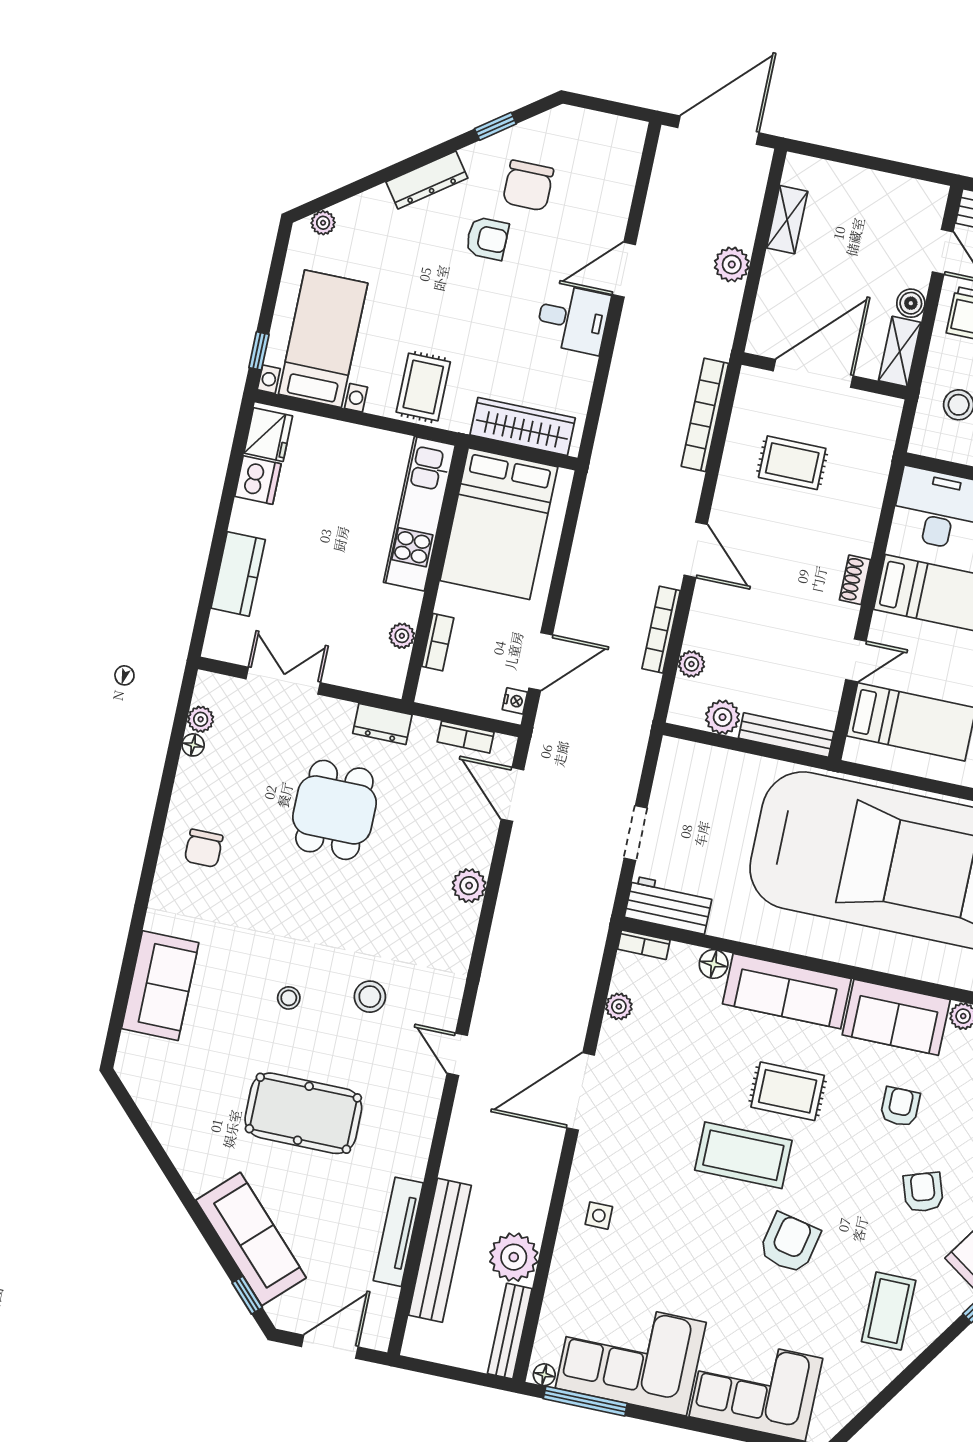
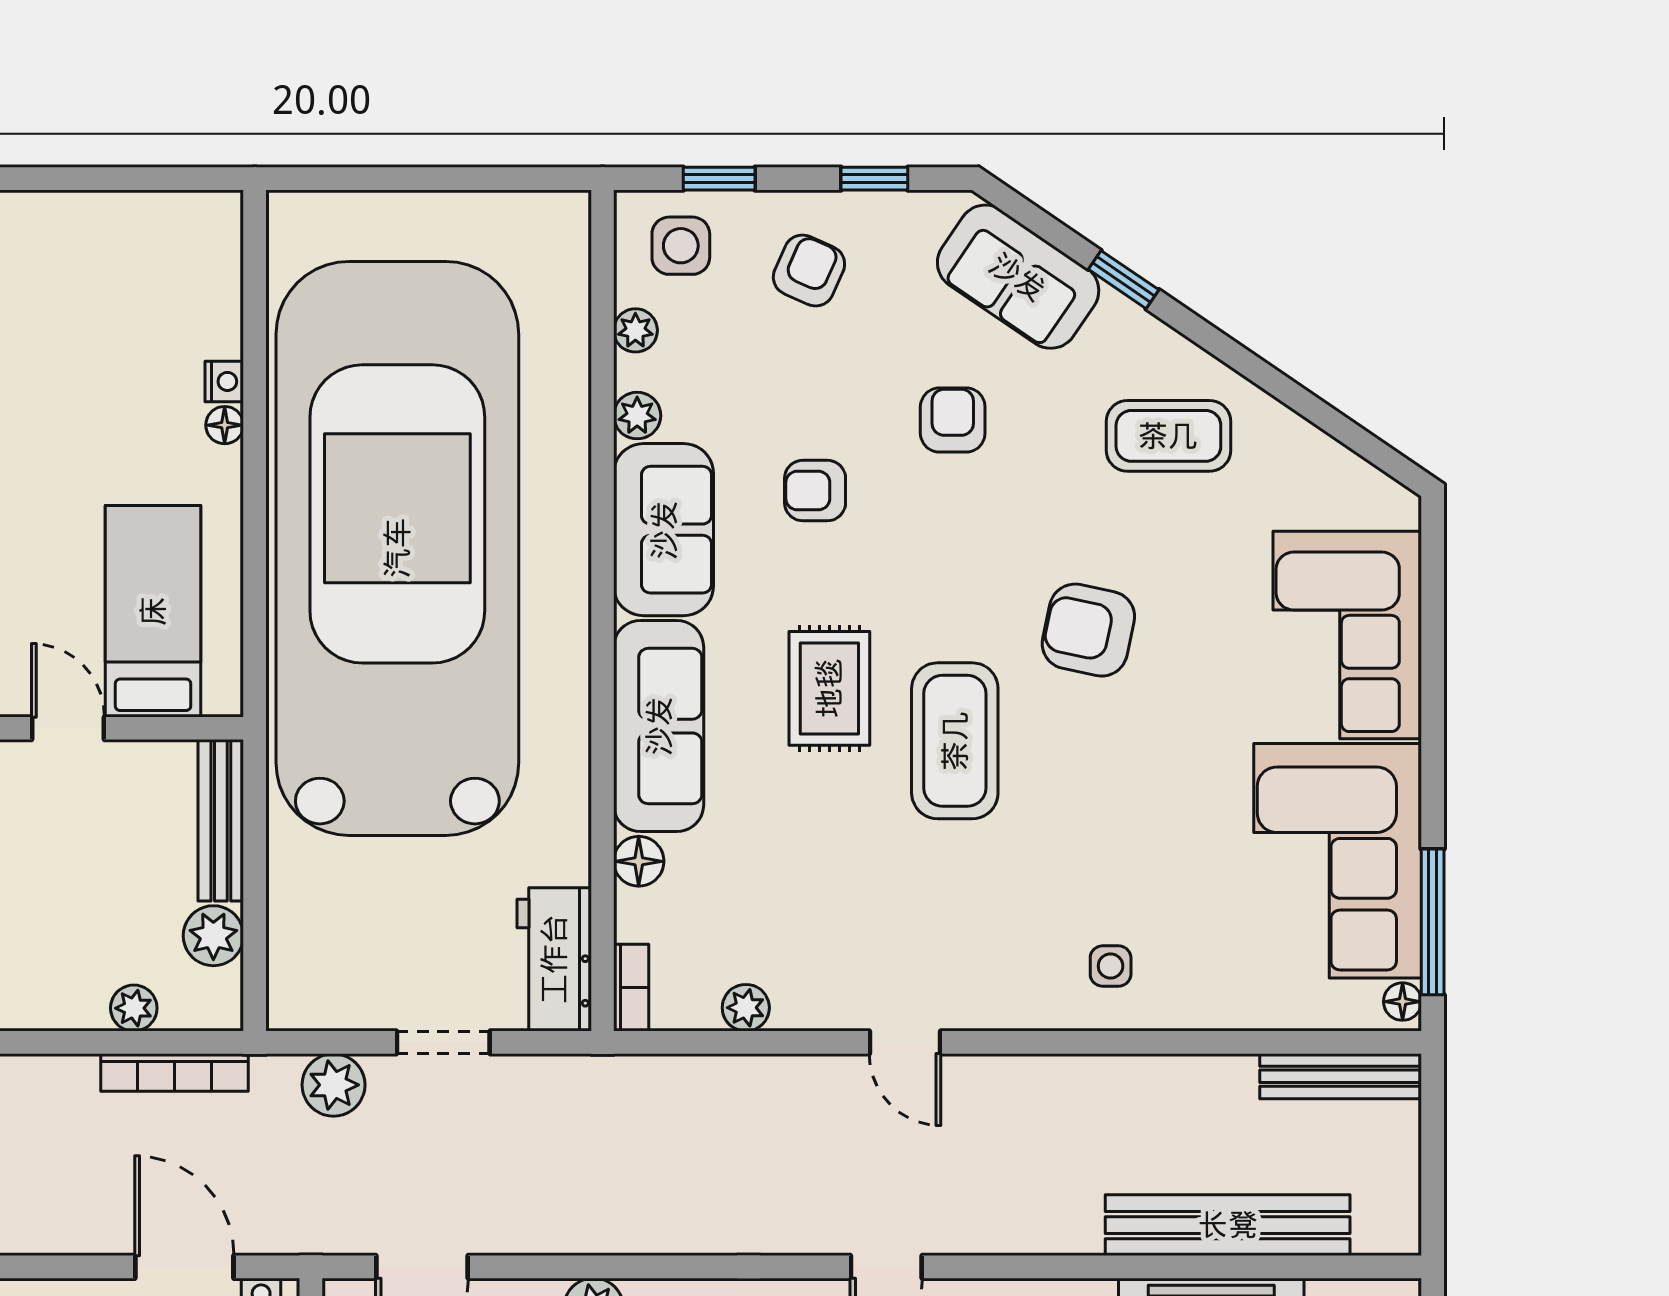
bookcase: (661, 630) -> (175, 1072), moved
door: (581, 1091) -> (905, 1042), width x0.53
armchair: (923, 1192) -> (953, 420), turned 108
plant: (514, 1257) -> (334, 1085), moved, width x0.73, depth x0.73

